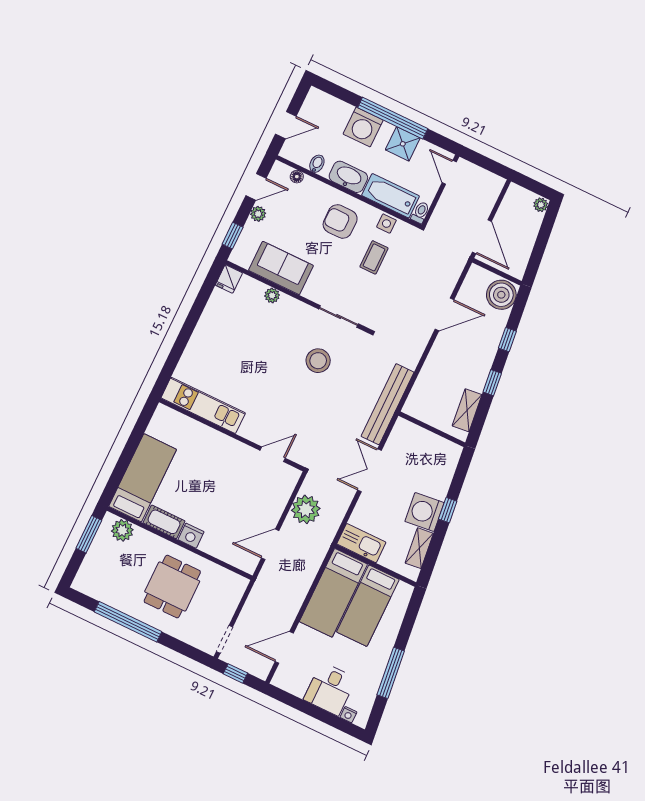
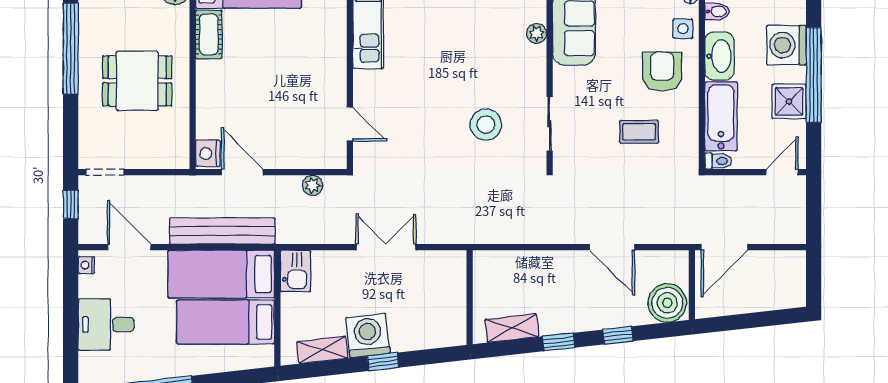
plant: (541, 205) -> (795, 298), removed
side table: (386, 224) -> (683, 29), moved
bench: (388, 404) -> (222, 231), moved
plant: (306, 509) -> (313, 185), width x0.53, depth x0.53
nightstand: (191, 536) -> (208, 153), moved
kitchen sink: (361, 543) -> (296, 271), width x0.73
nightstand: (348, 715) -> (86, 265), moved

